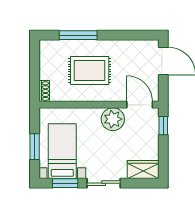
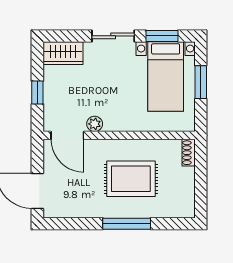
window: (78, 35) -> (127, 224), moved
plant: (113, 119) -> (95, 124), width x0.53, depth x0.53
window: (163, 126) -> (37, 93), moved

